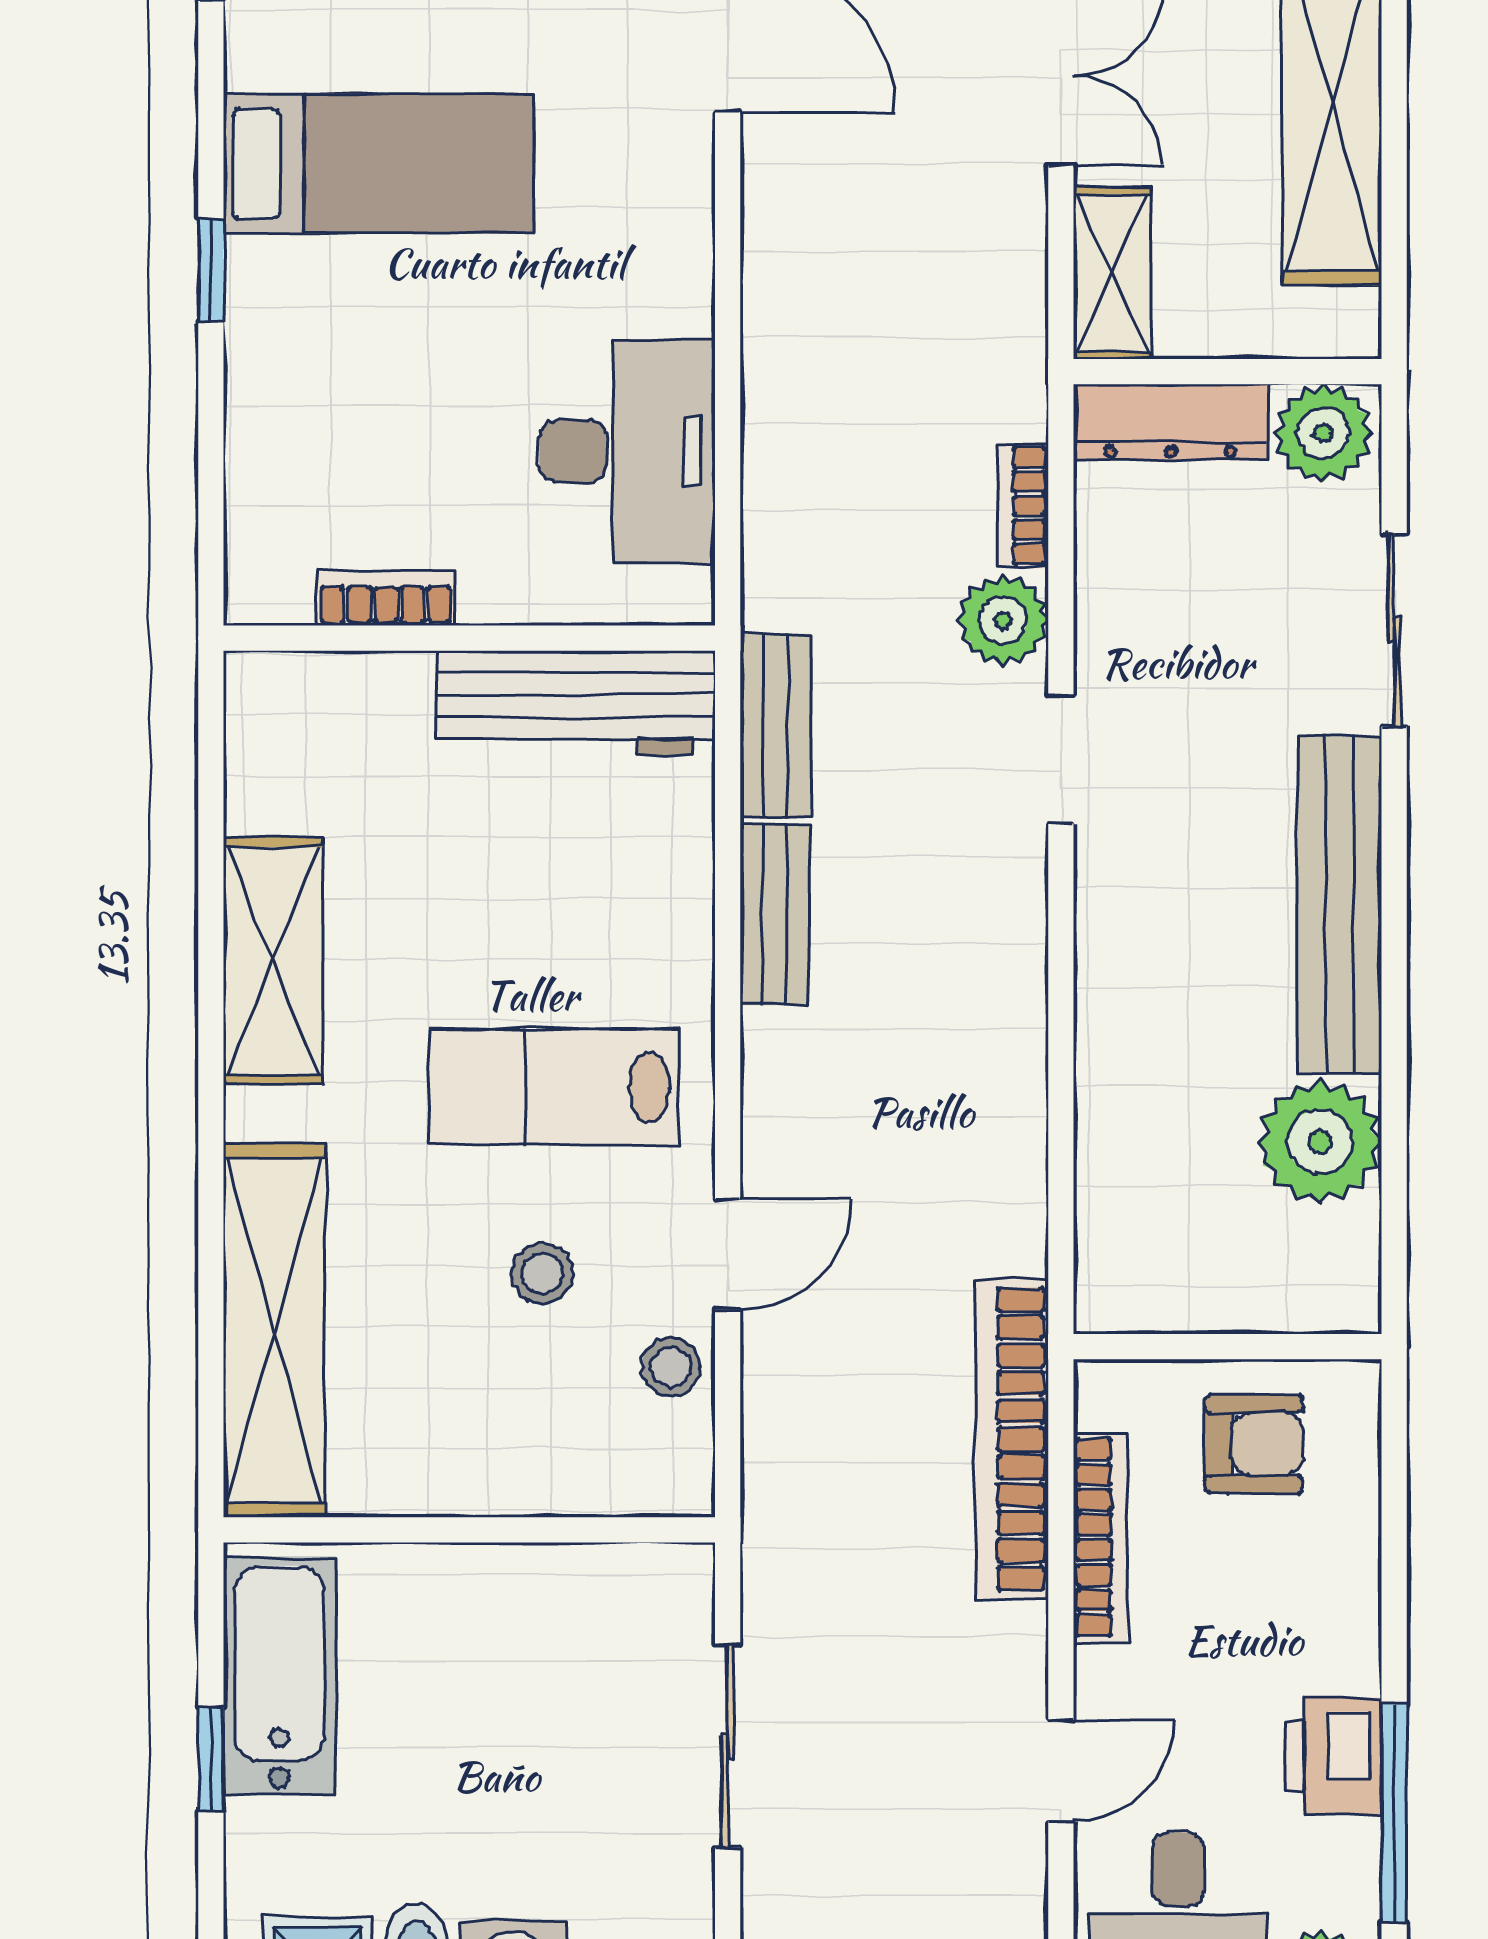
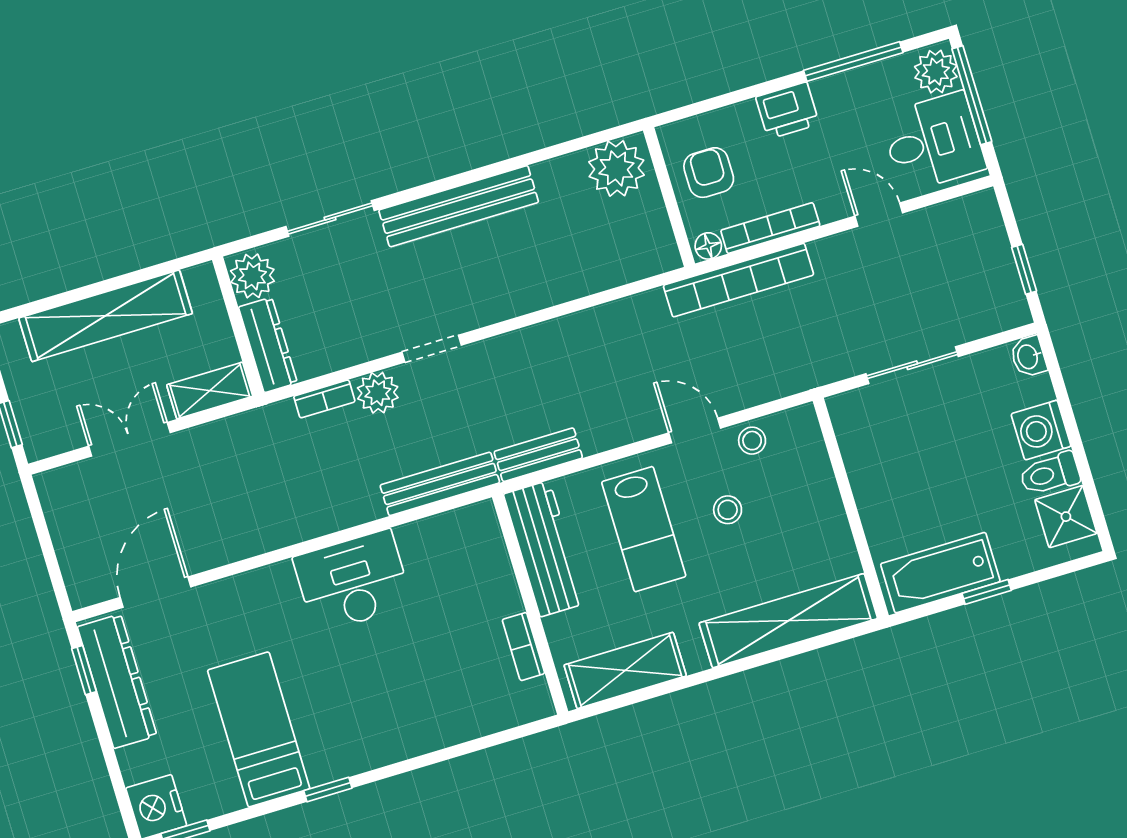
bookcase: (386, 598) -> (523, 647), moved
wall: (469, 638) -> (530, 604), moved
workbench: (576, 703) -> (545, 549), moved
bench: (775, 726) -> (440, 484), width x1.36
plant: (1320, 1142) -> (616, 168), moved
floor lamp: (1102, 1397) -> (708, 246), added
printer: (1334, 1756) -> (787, 111), moved

